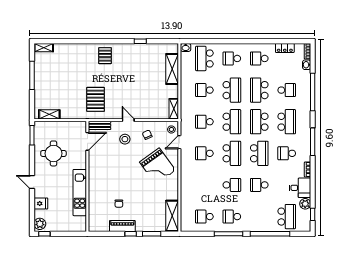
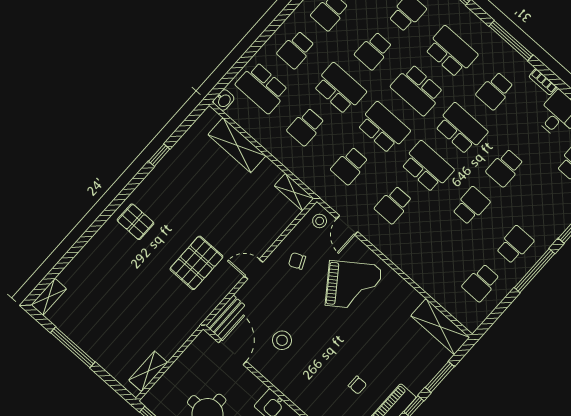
school desk: (259, 90) -> (374, 51), width x0.54
pallet: (96, 99) -> (196, 263), moved, turned 90
stool: (125, 139) -> (282, 340), moved
school desk: (232, 217) -> (515, 245), turned 180

